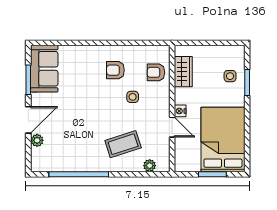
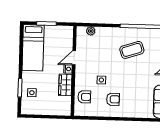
wardrobe: (183, 72) -> (65, 85), moved
door: (172, 127) -> (74, 58), hinge flipped
bed: (223, 139) -> (33, 48), width x0.67
coffee table: (123, 144) -> (132, 50), moved

